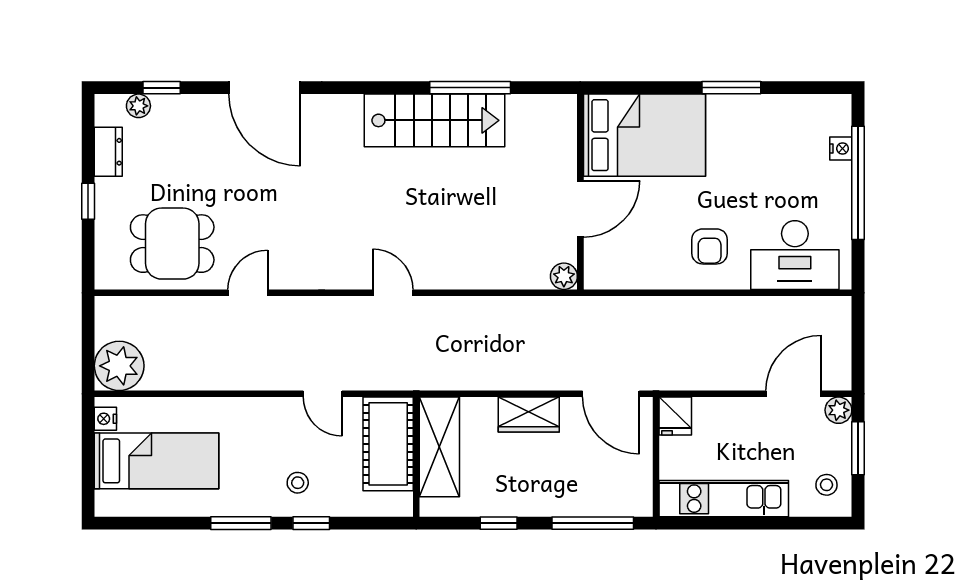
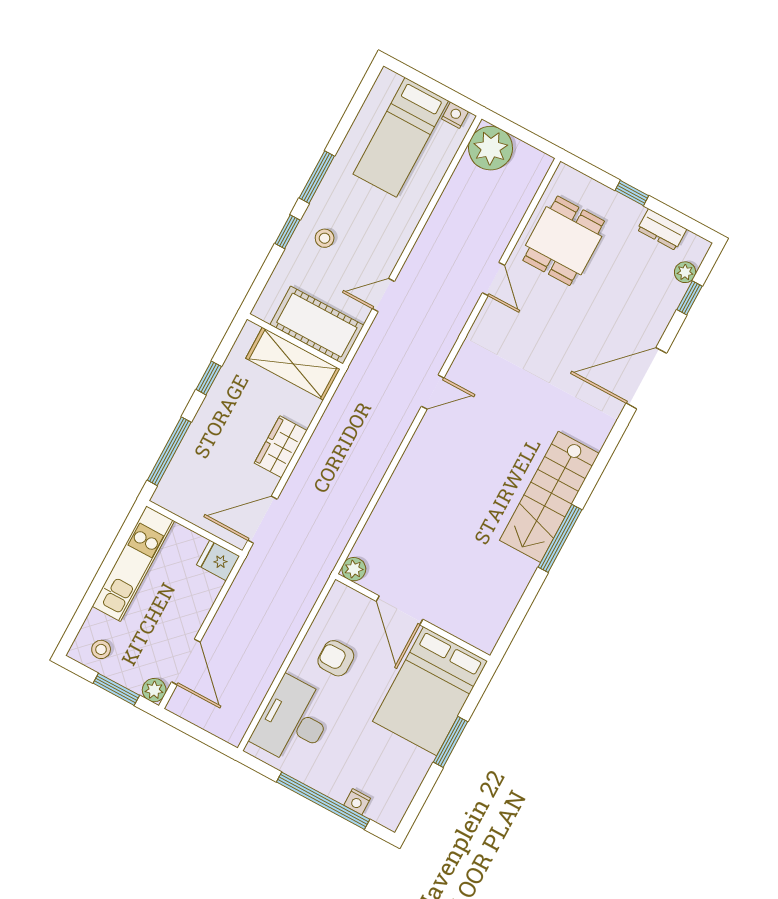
bed: (644, 135) -> (430, 691), moved
wall: (580, 192) -> (413, 617), moved
door: (580, 209) -> (400, 610), moved
plant: (564, 276) -> (354, 569), moved

